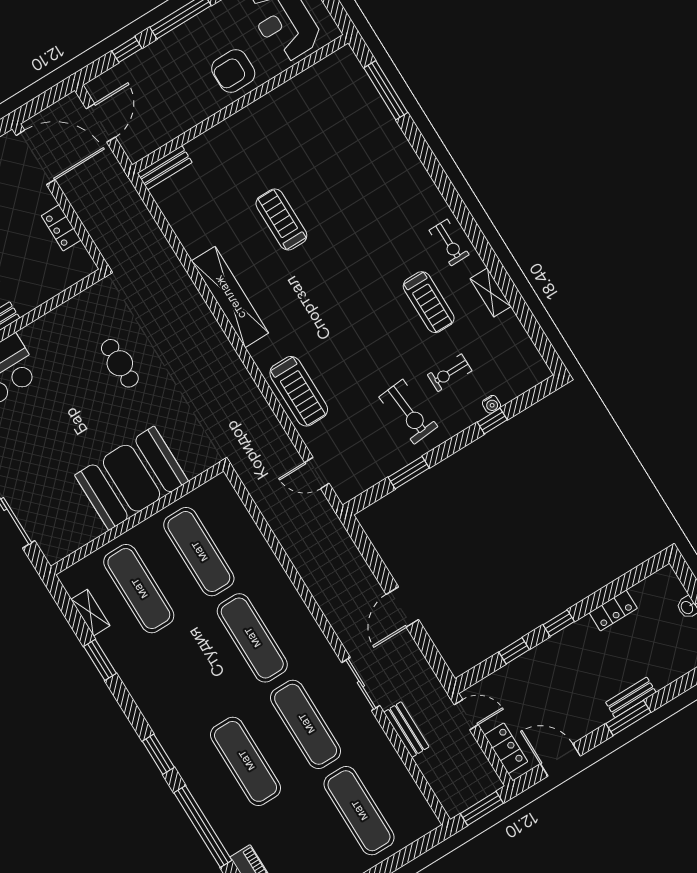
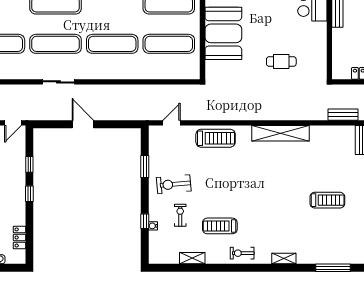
shelving: (418, 174) -> (284, 259), added
treadmill: (281, 219) -> (327, 200), moved
shelving: (491, 292) -> (192, 258), moved
treadmill: (299, 391) -> (216, 138), turned 180
locker: (613, 610) -> (19, 237), moved
bench: (406, 730) -> (343, 115), moved

